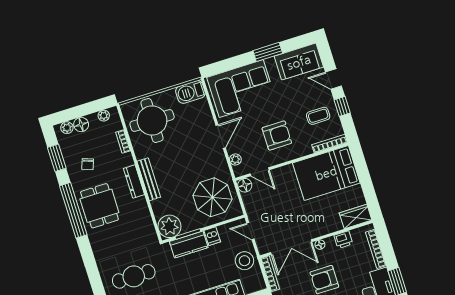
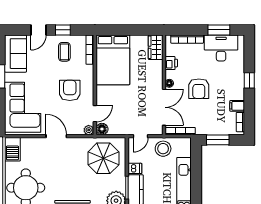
plant: (235, 159) -> (89, 130), moved

